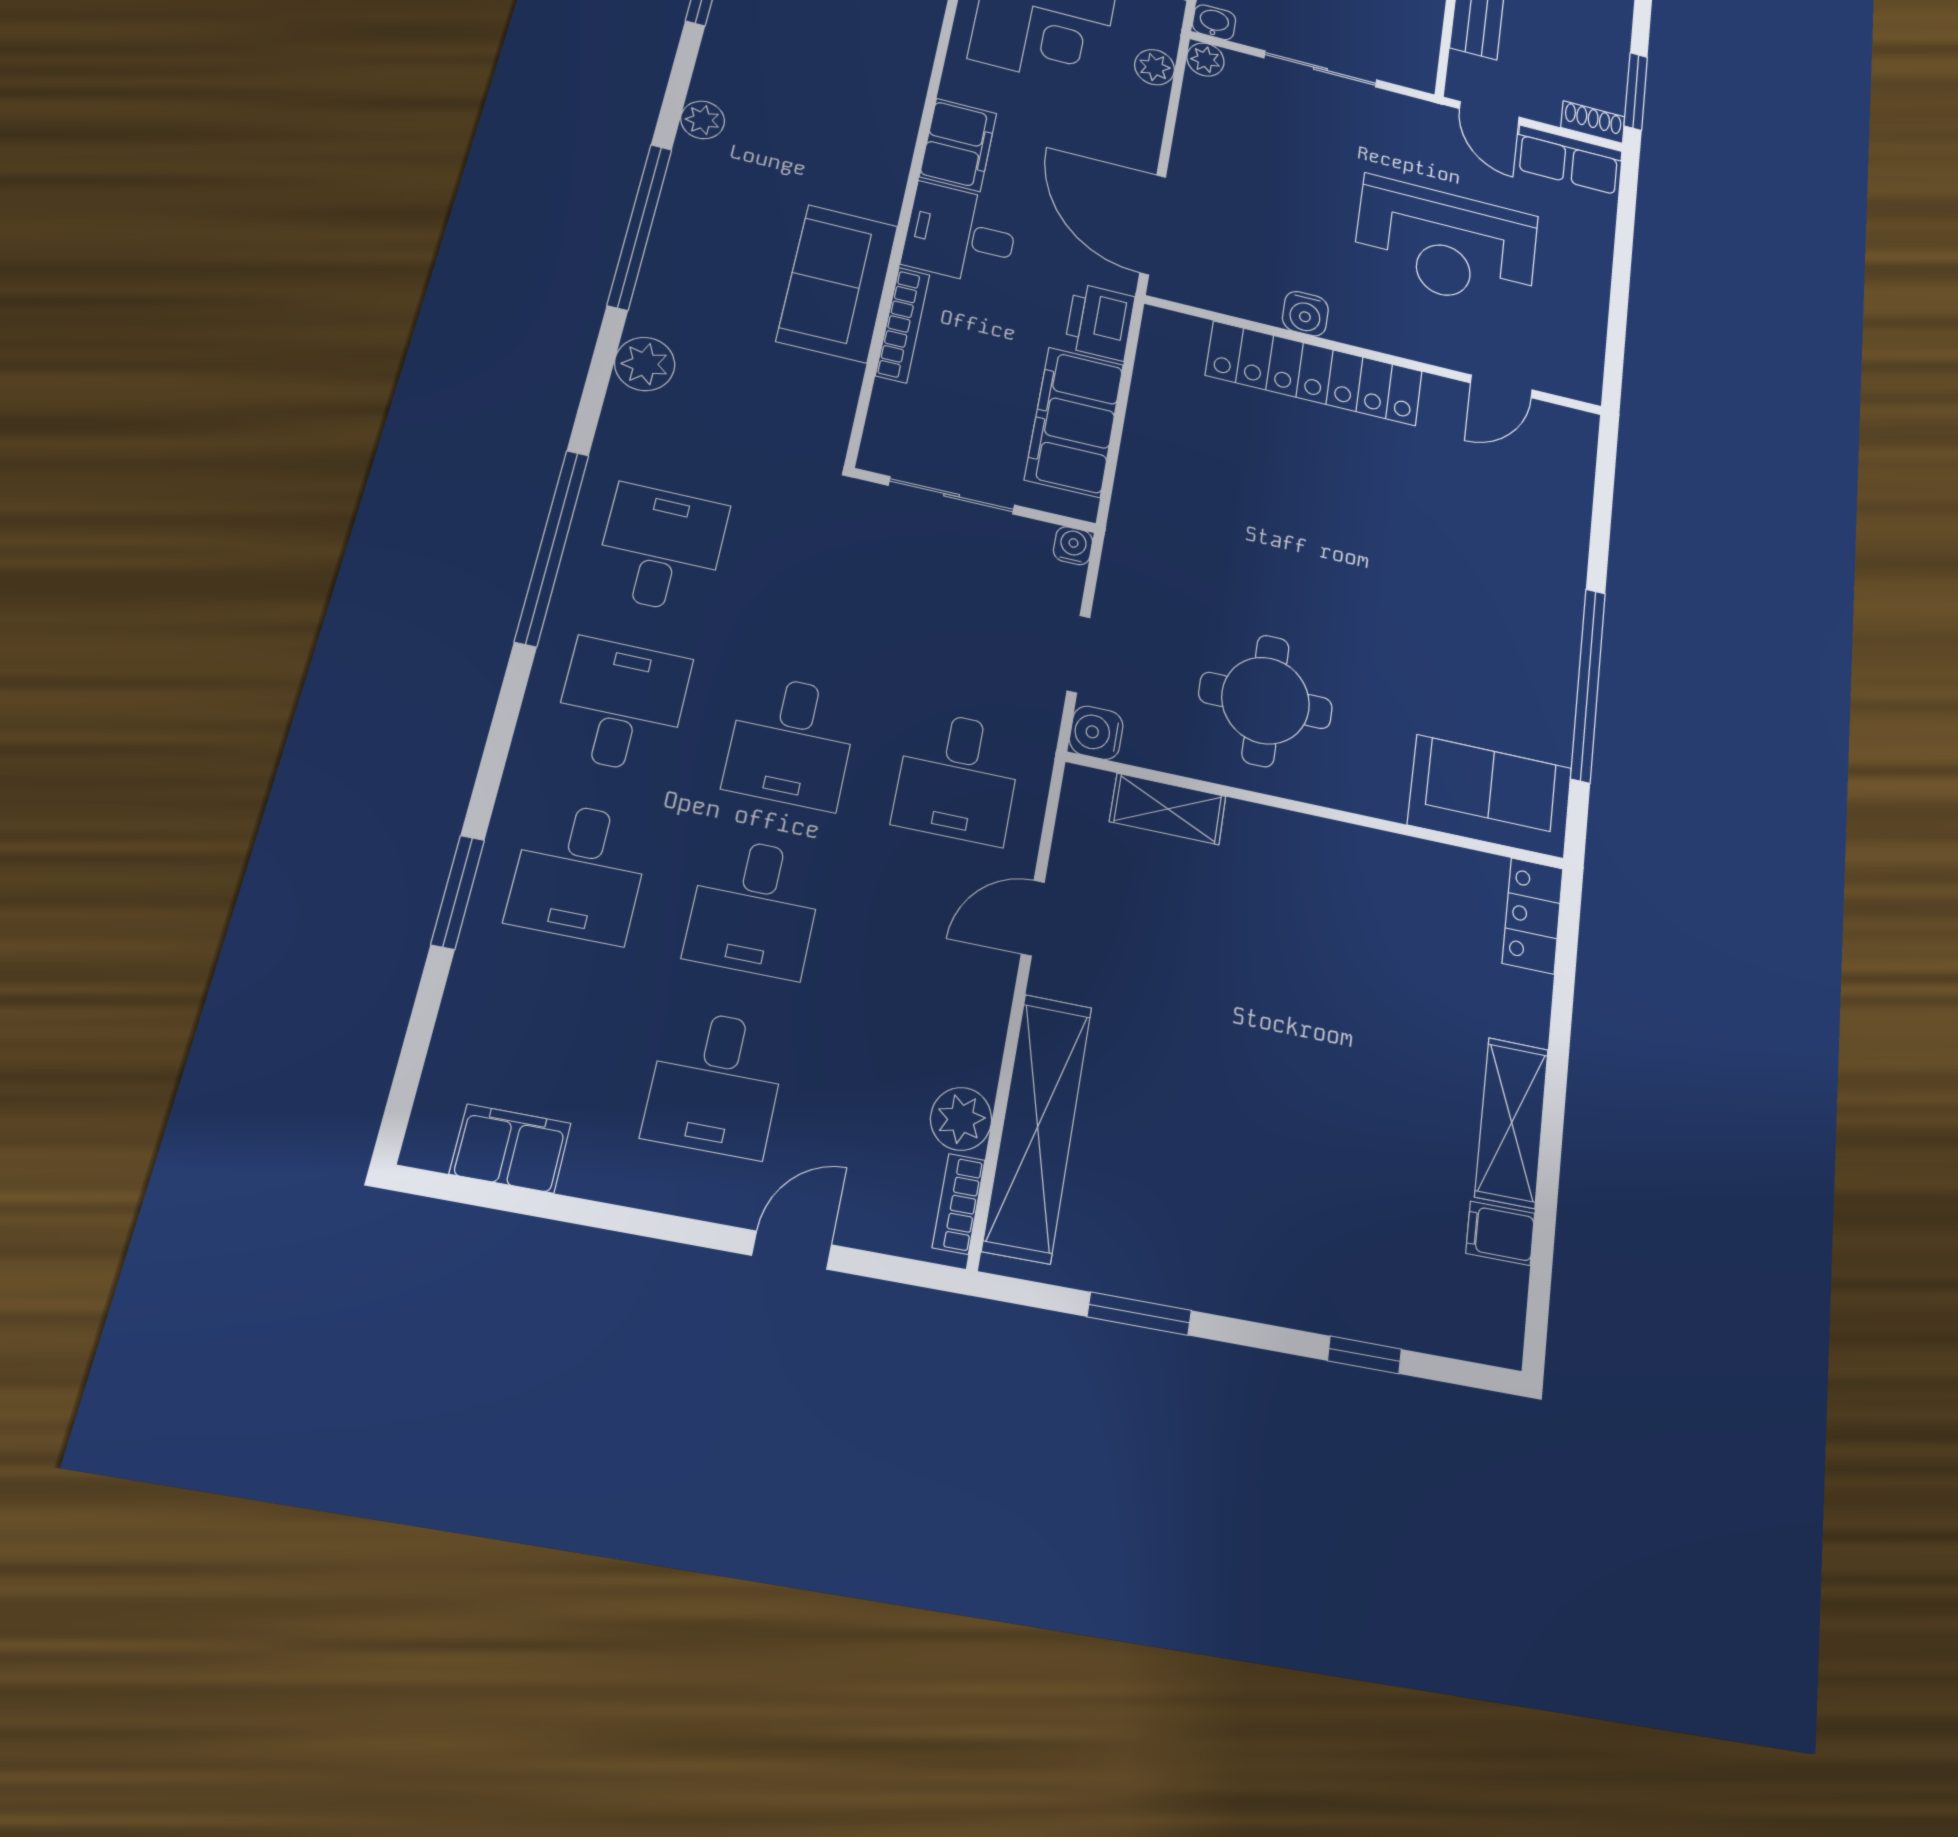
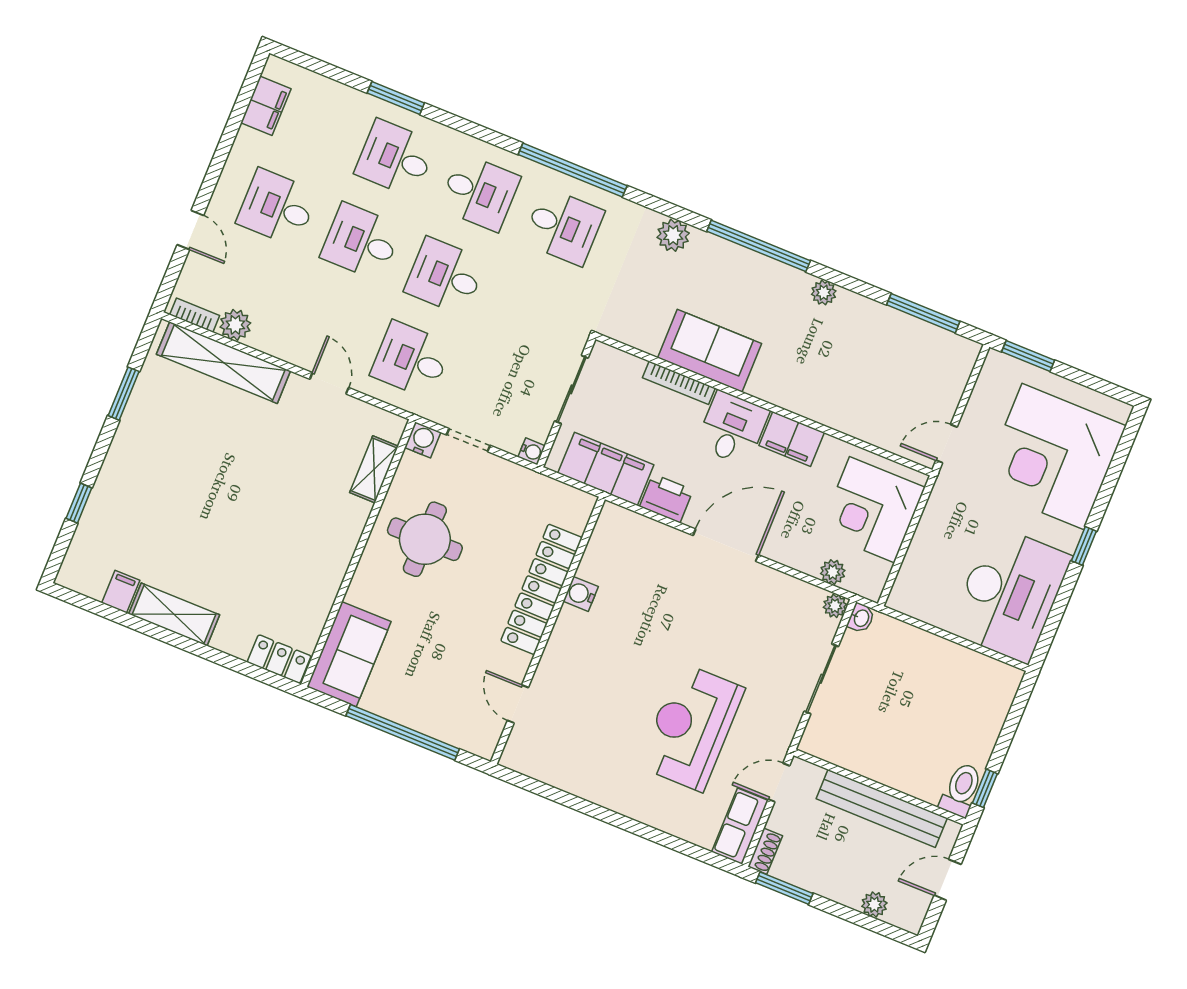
water cooler: (1305, 314) -> (581, 594), moved
wall: (1376, 356) -> (548, 630), moved
locker: (1315, 373) -> (542, 589), moved
door: (1501, 386) -> (518, 704), moved

